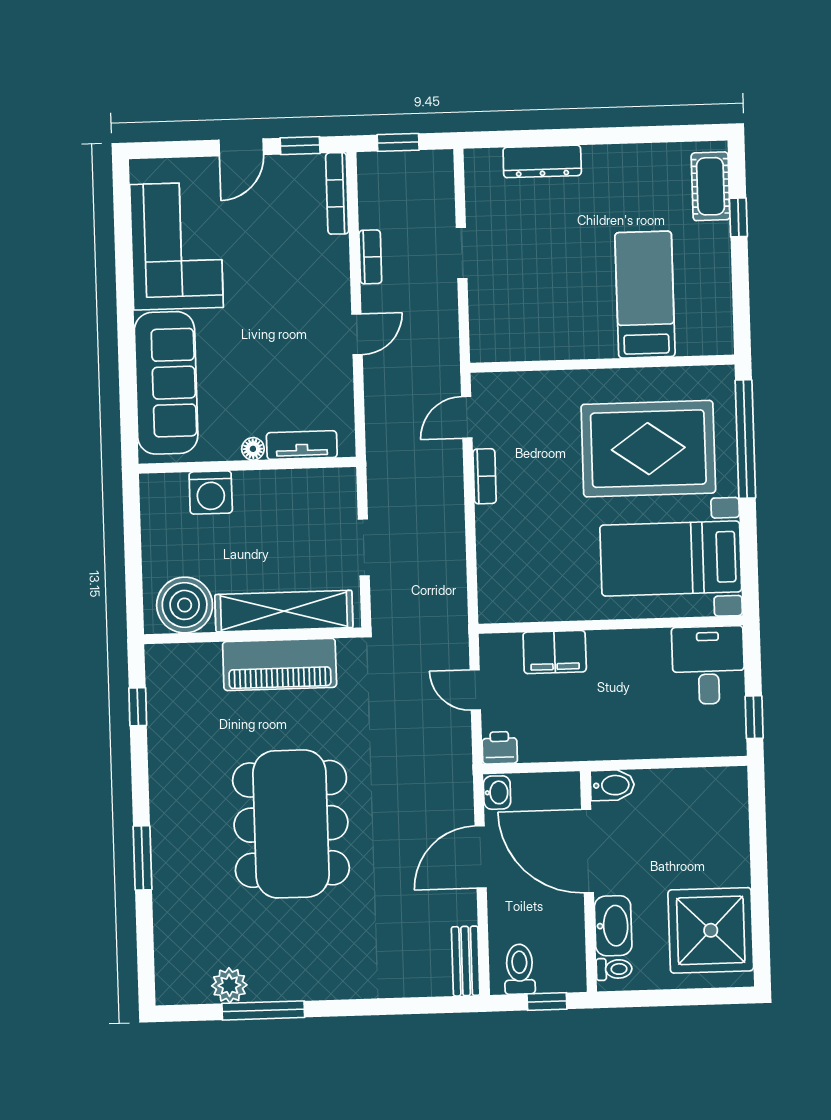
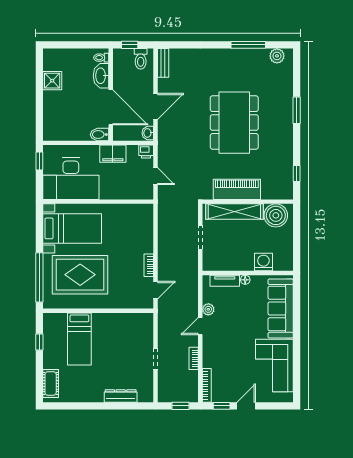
window: (738, 217) -> (39, 342), moved
plant: (339, 375) -> (208, 309), added
filing cabinet: (555, 652) -> (113, 154), moved, turned 180
desk: (708, 665) -> (71, 179), width x1.87, depth x1.30
shower: (711, 930) -> (52, 81), width x0.54, depth x0.54
plant: (229, 985) -> (277, 56), moved

